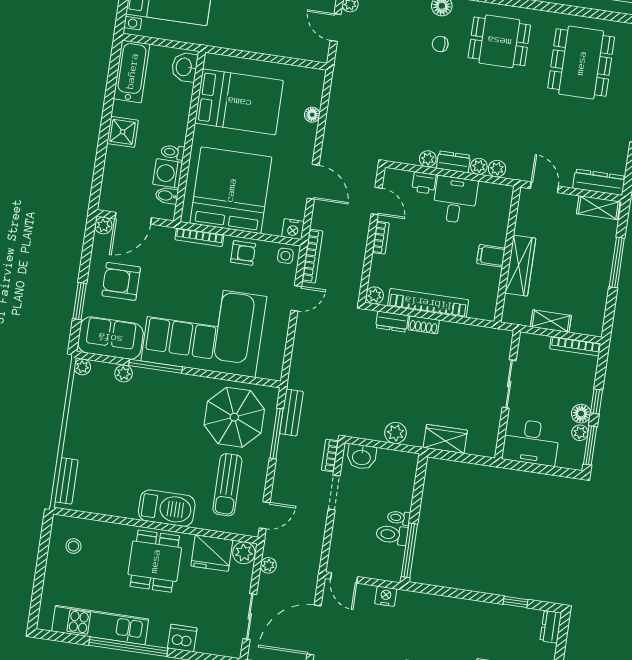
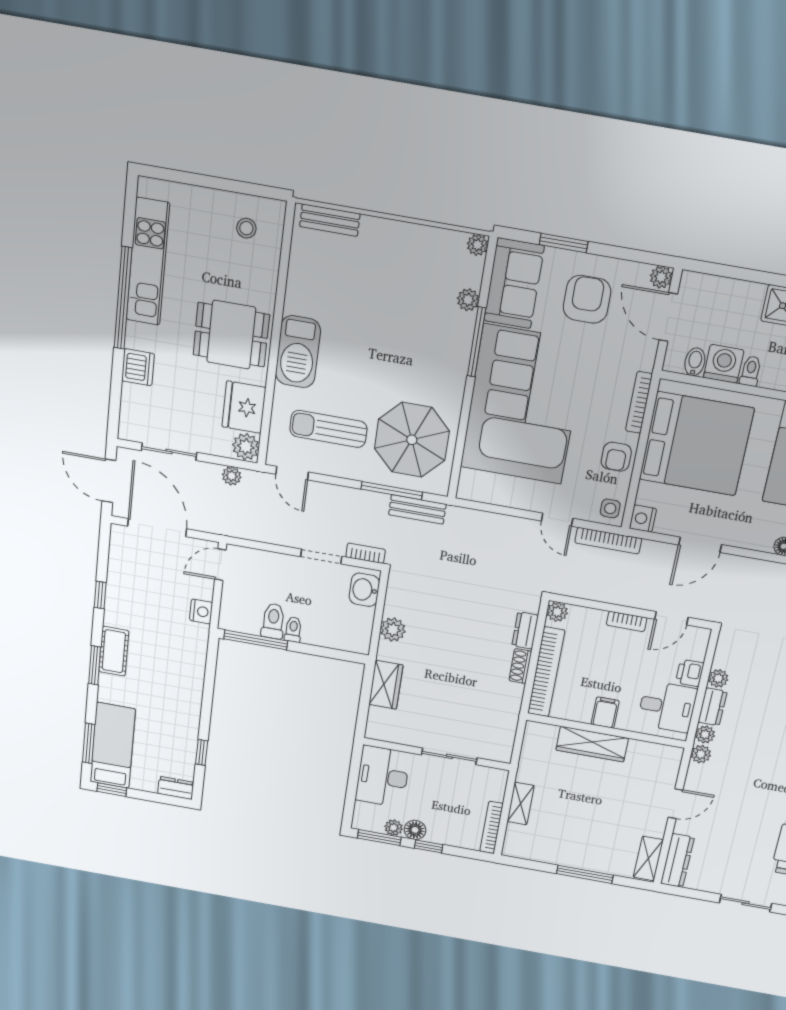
wall: (507, 254) -> (606, 731), moved
filing cabinet: (491, 256) -> (605, 713), moved
wardrobe: (520, 266) -> (592, 744), moved

